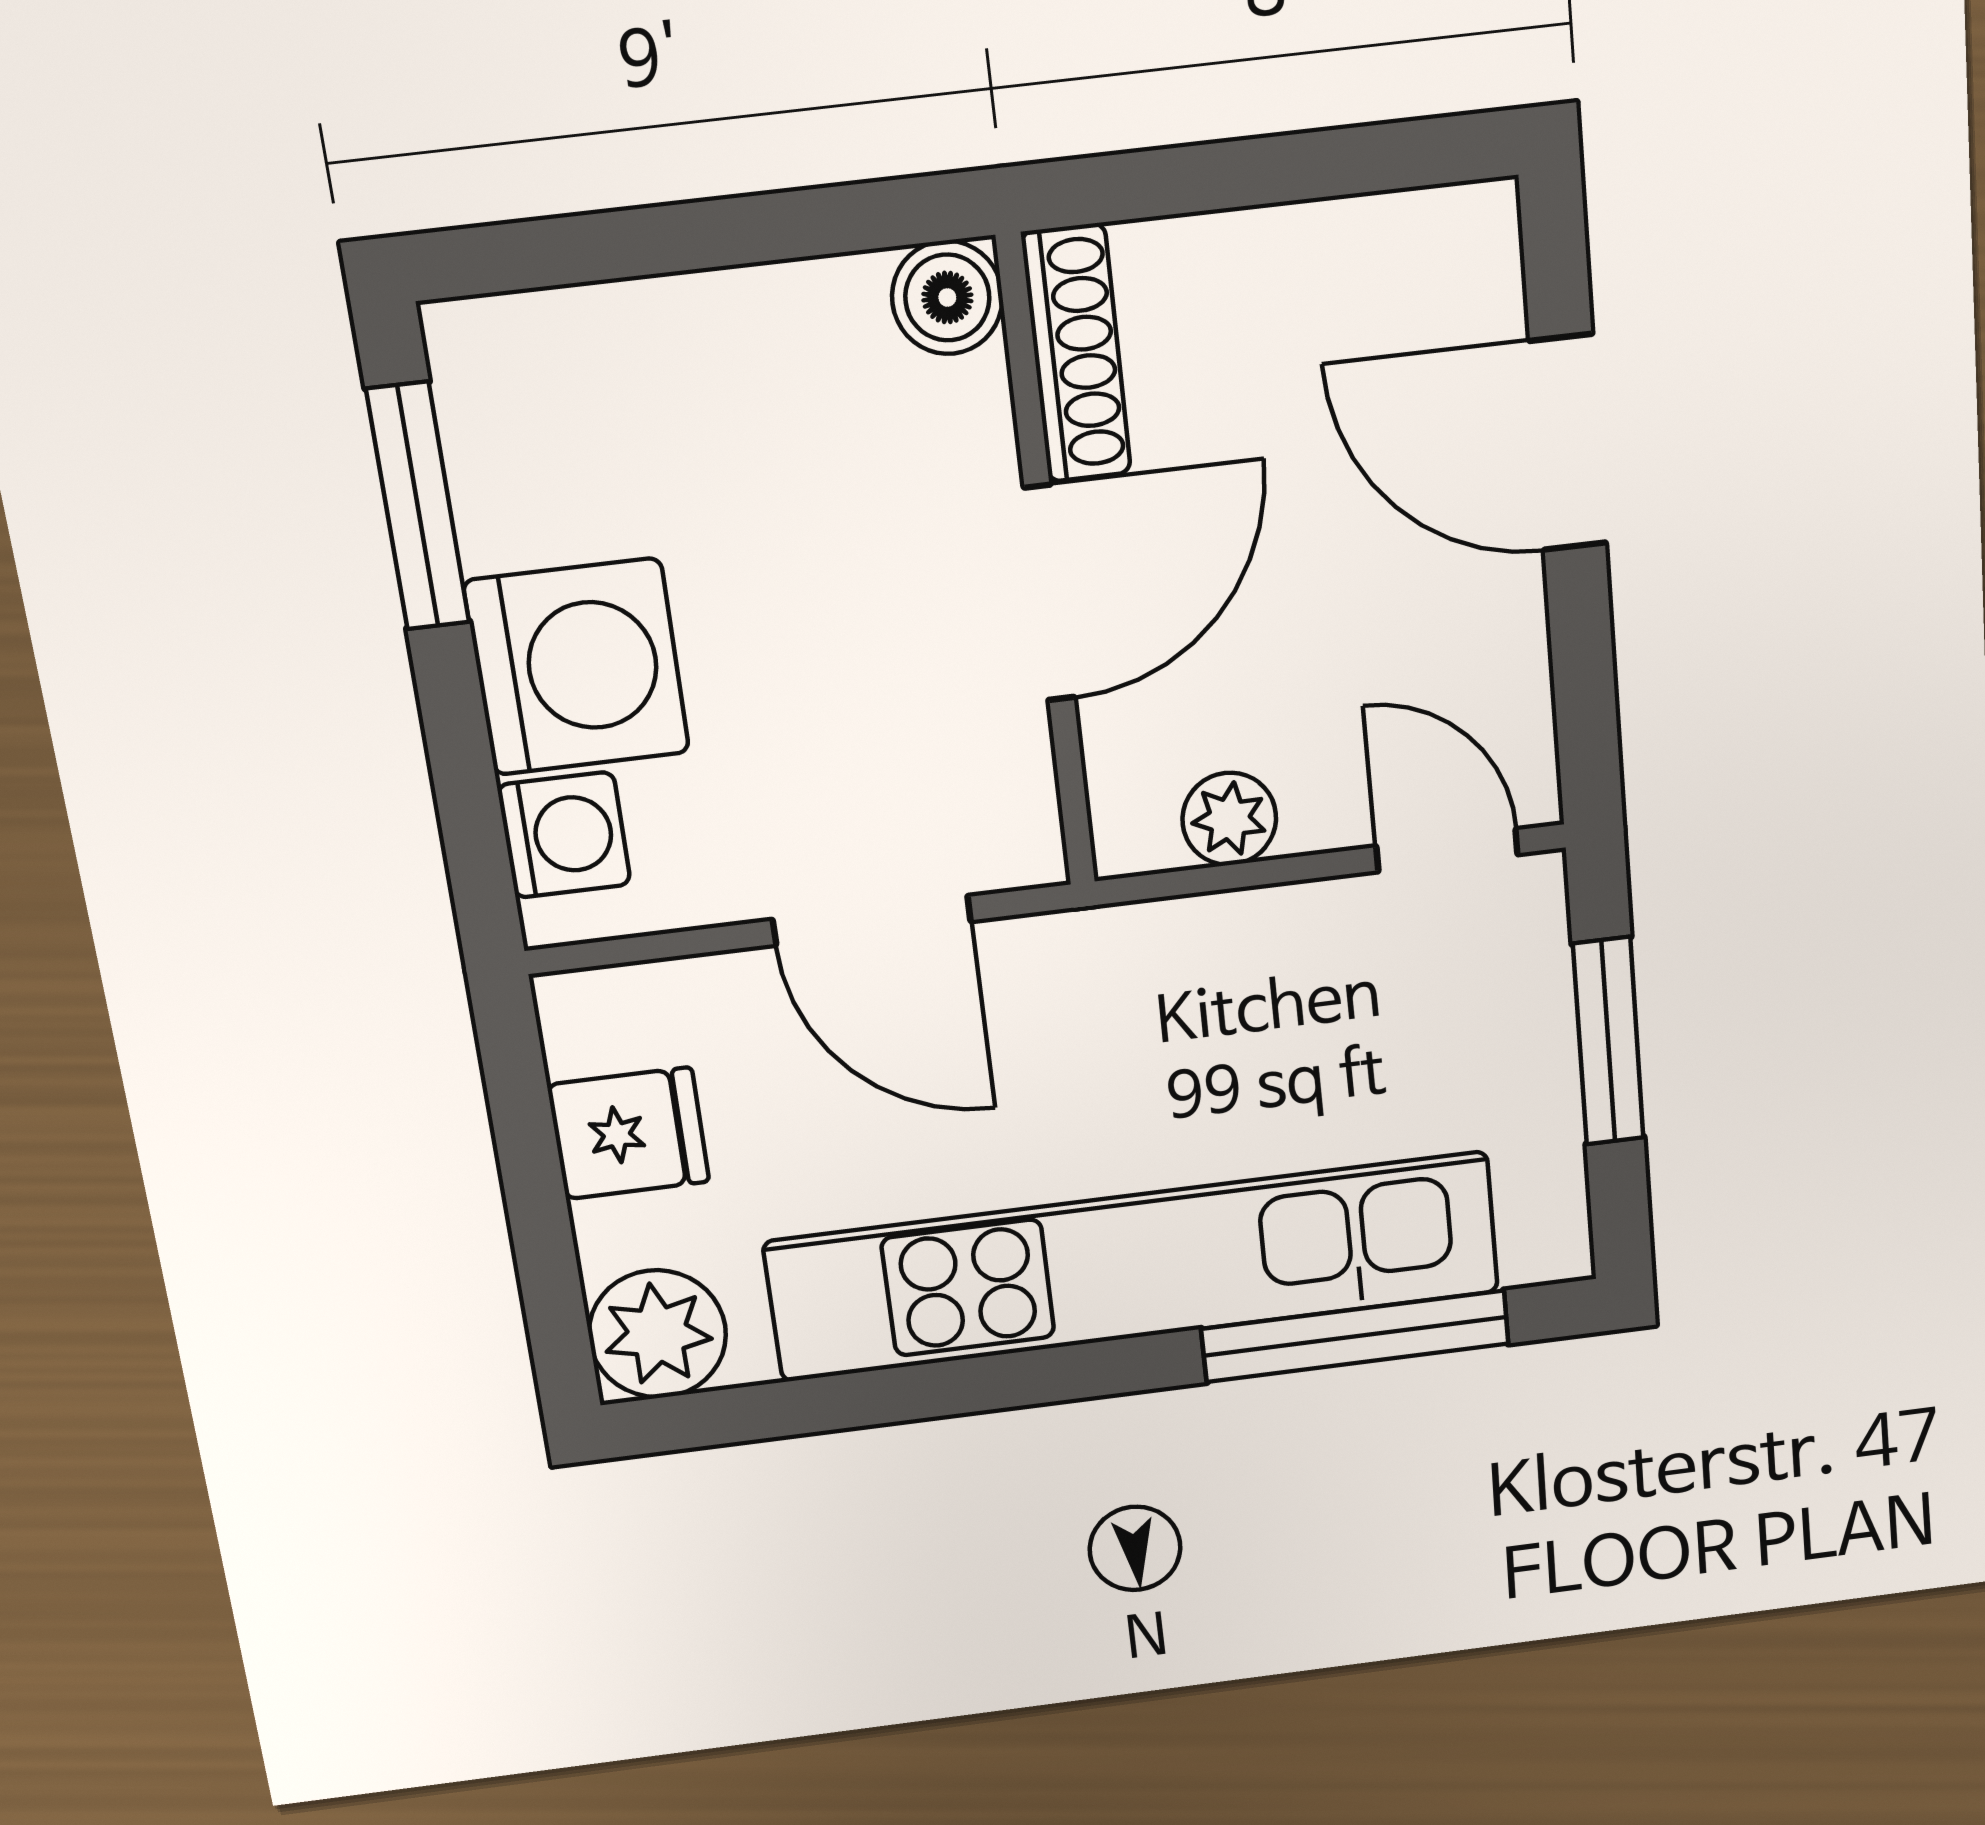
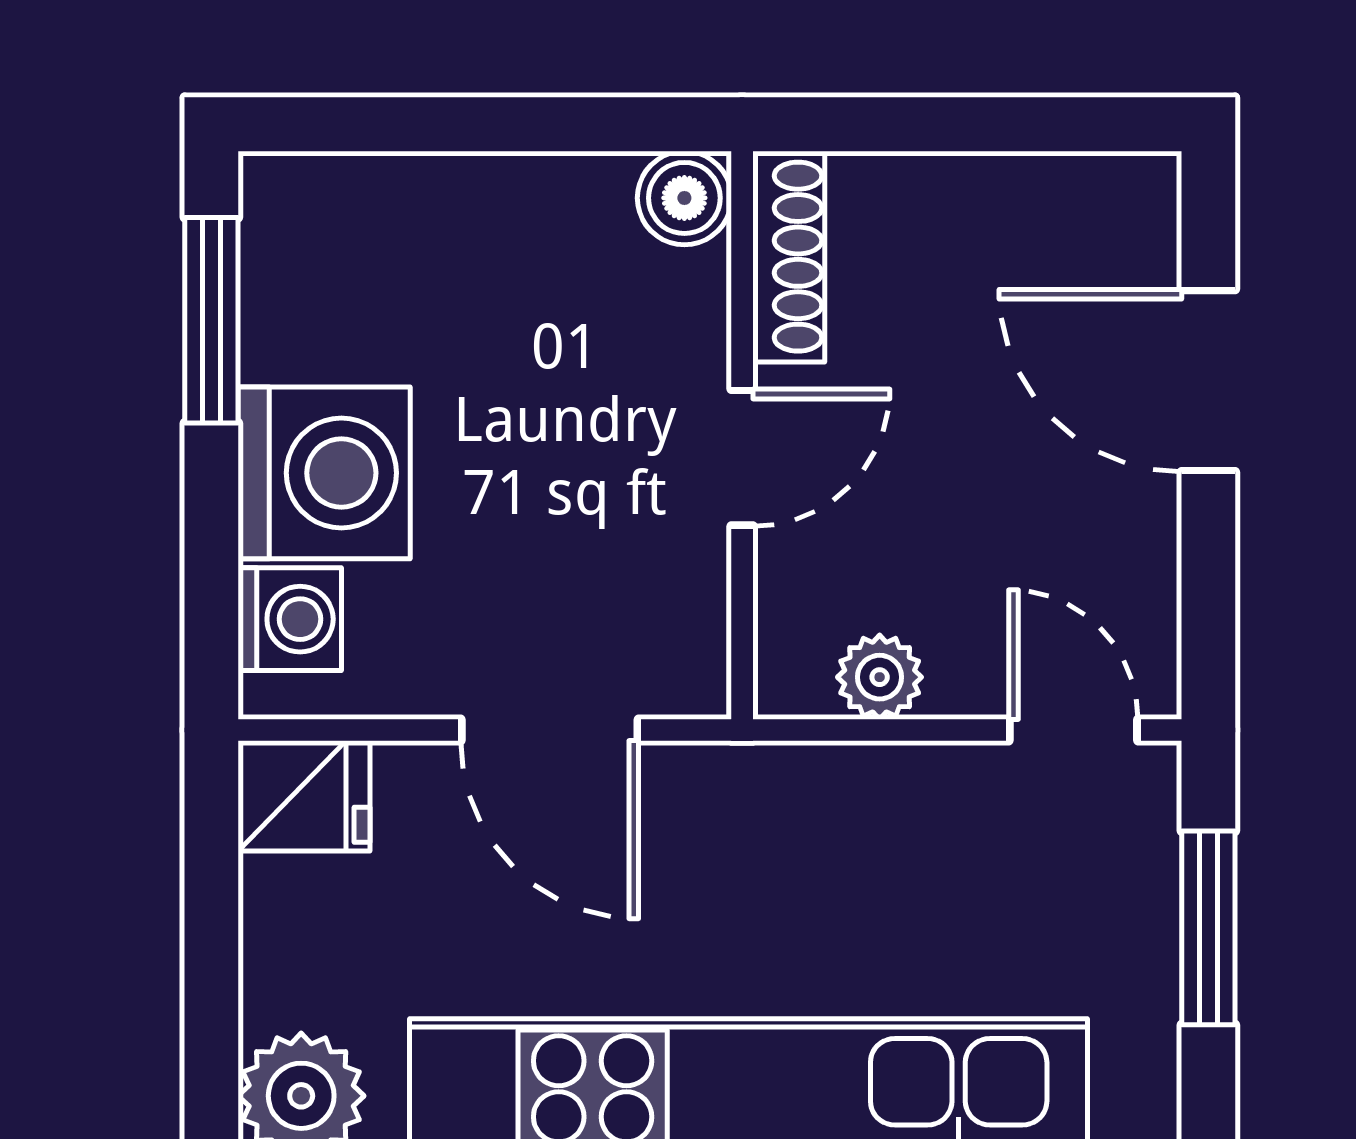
door: (1049, 593) -> (742, 458), width x0.73
fridge: (628, 1133) -> (304, 796), moved

